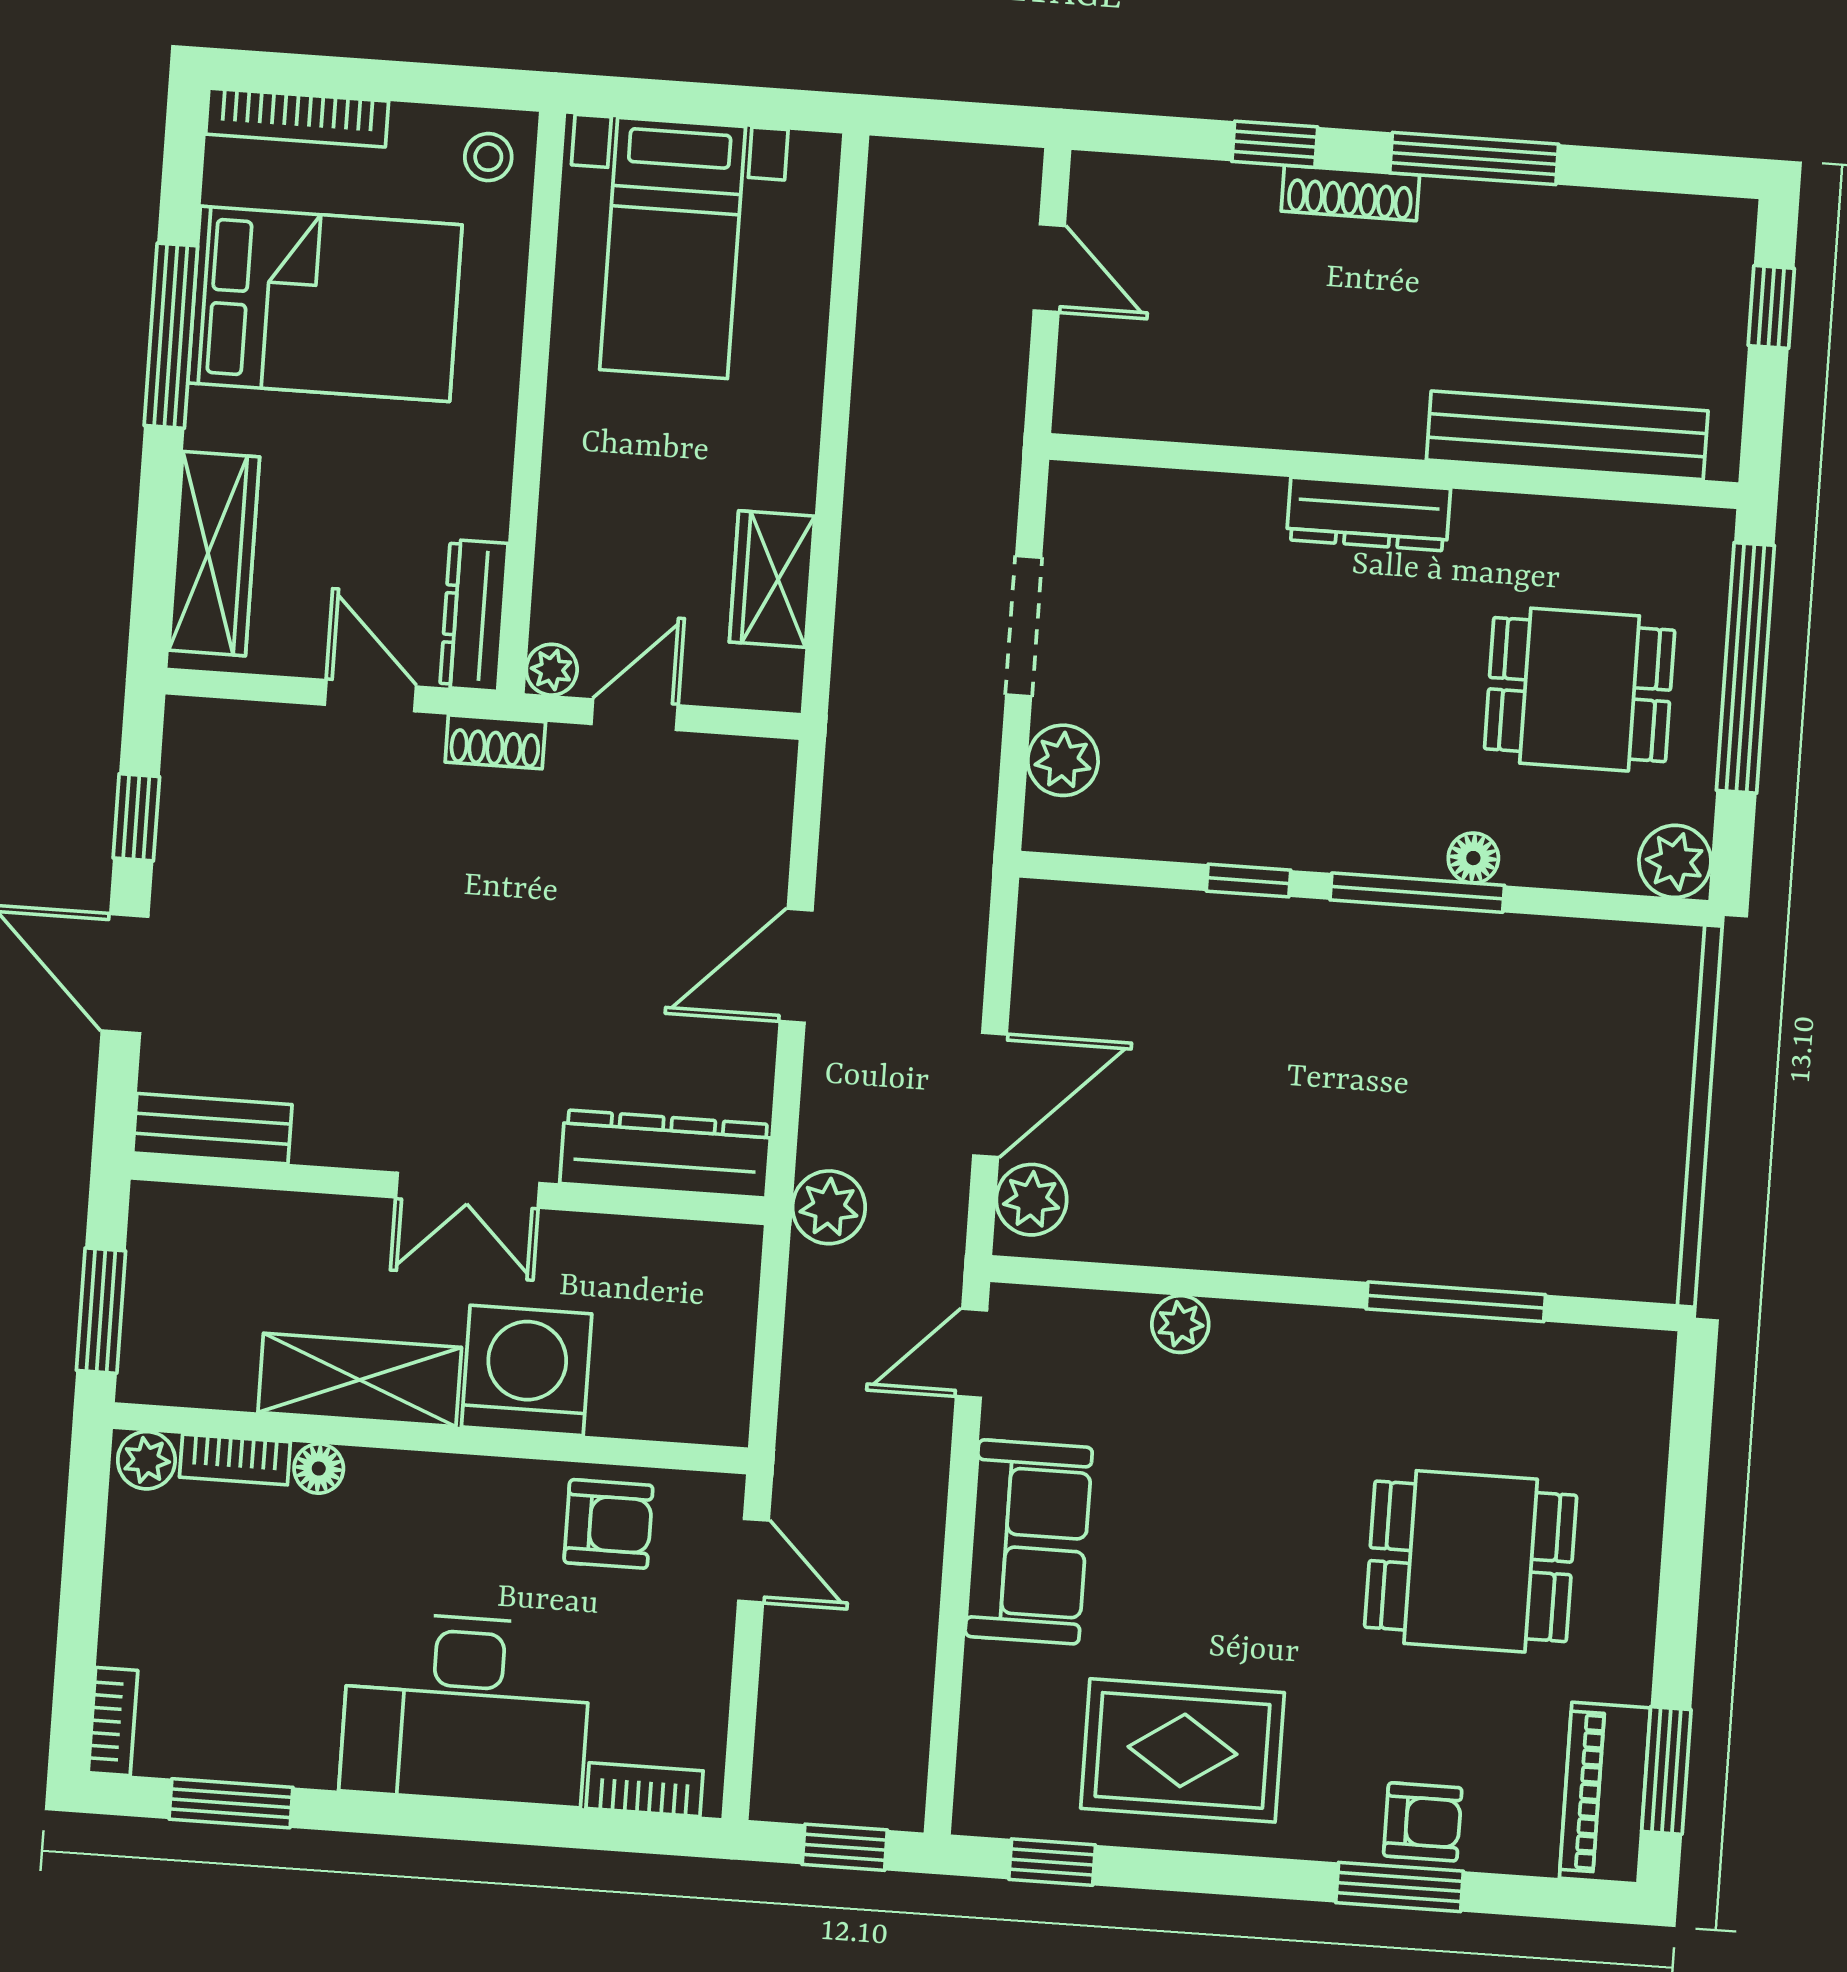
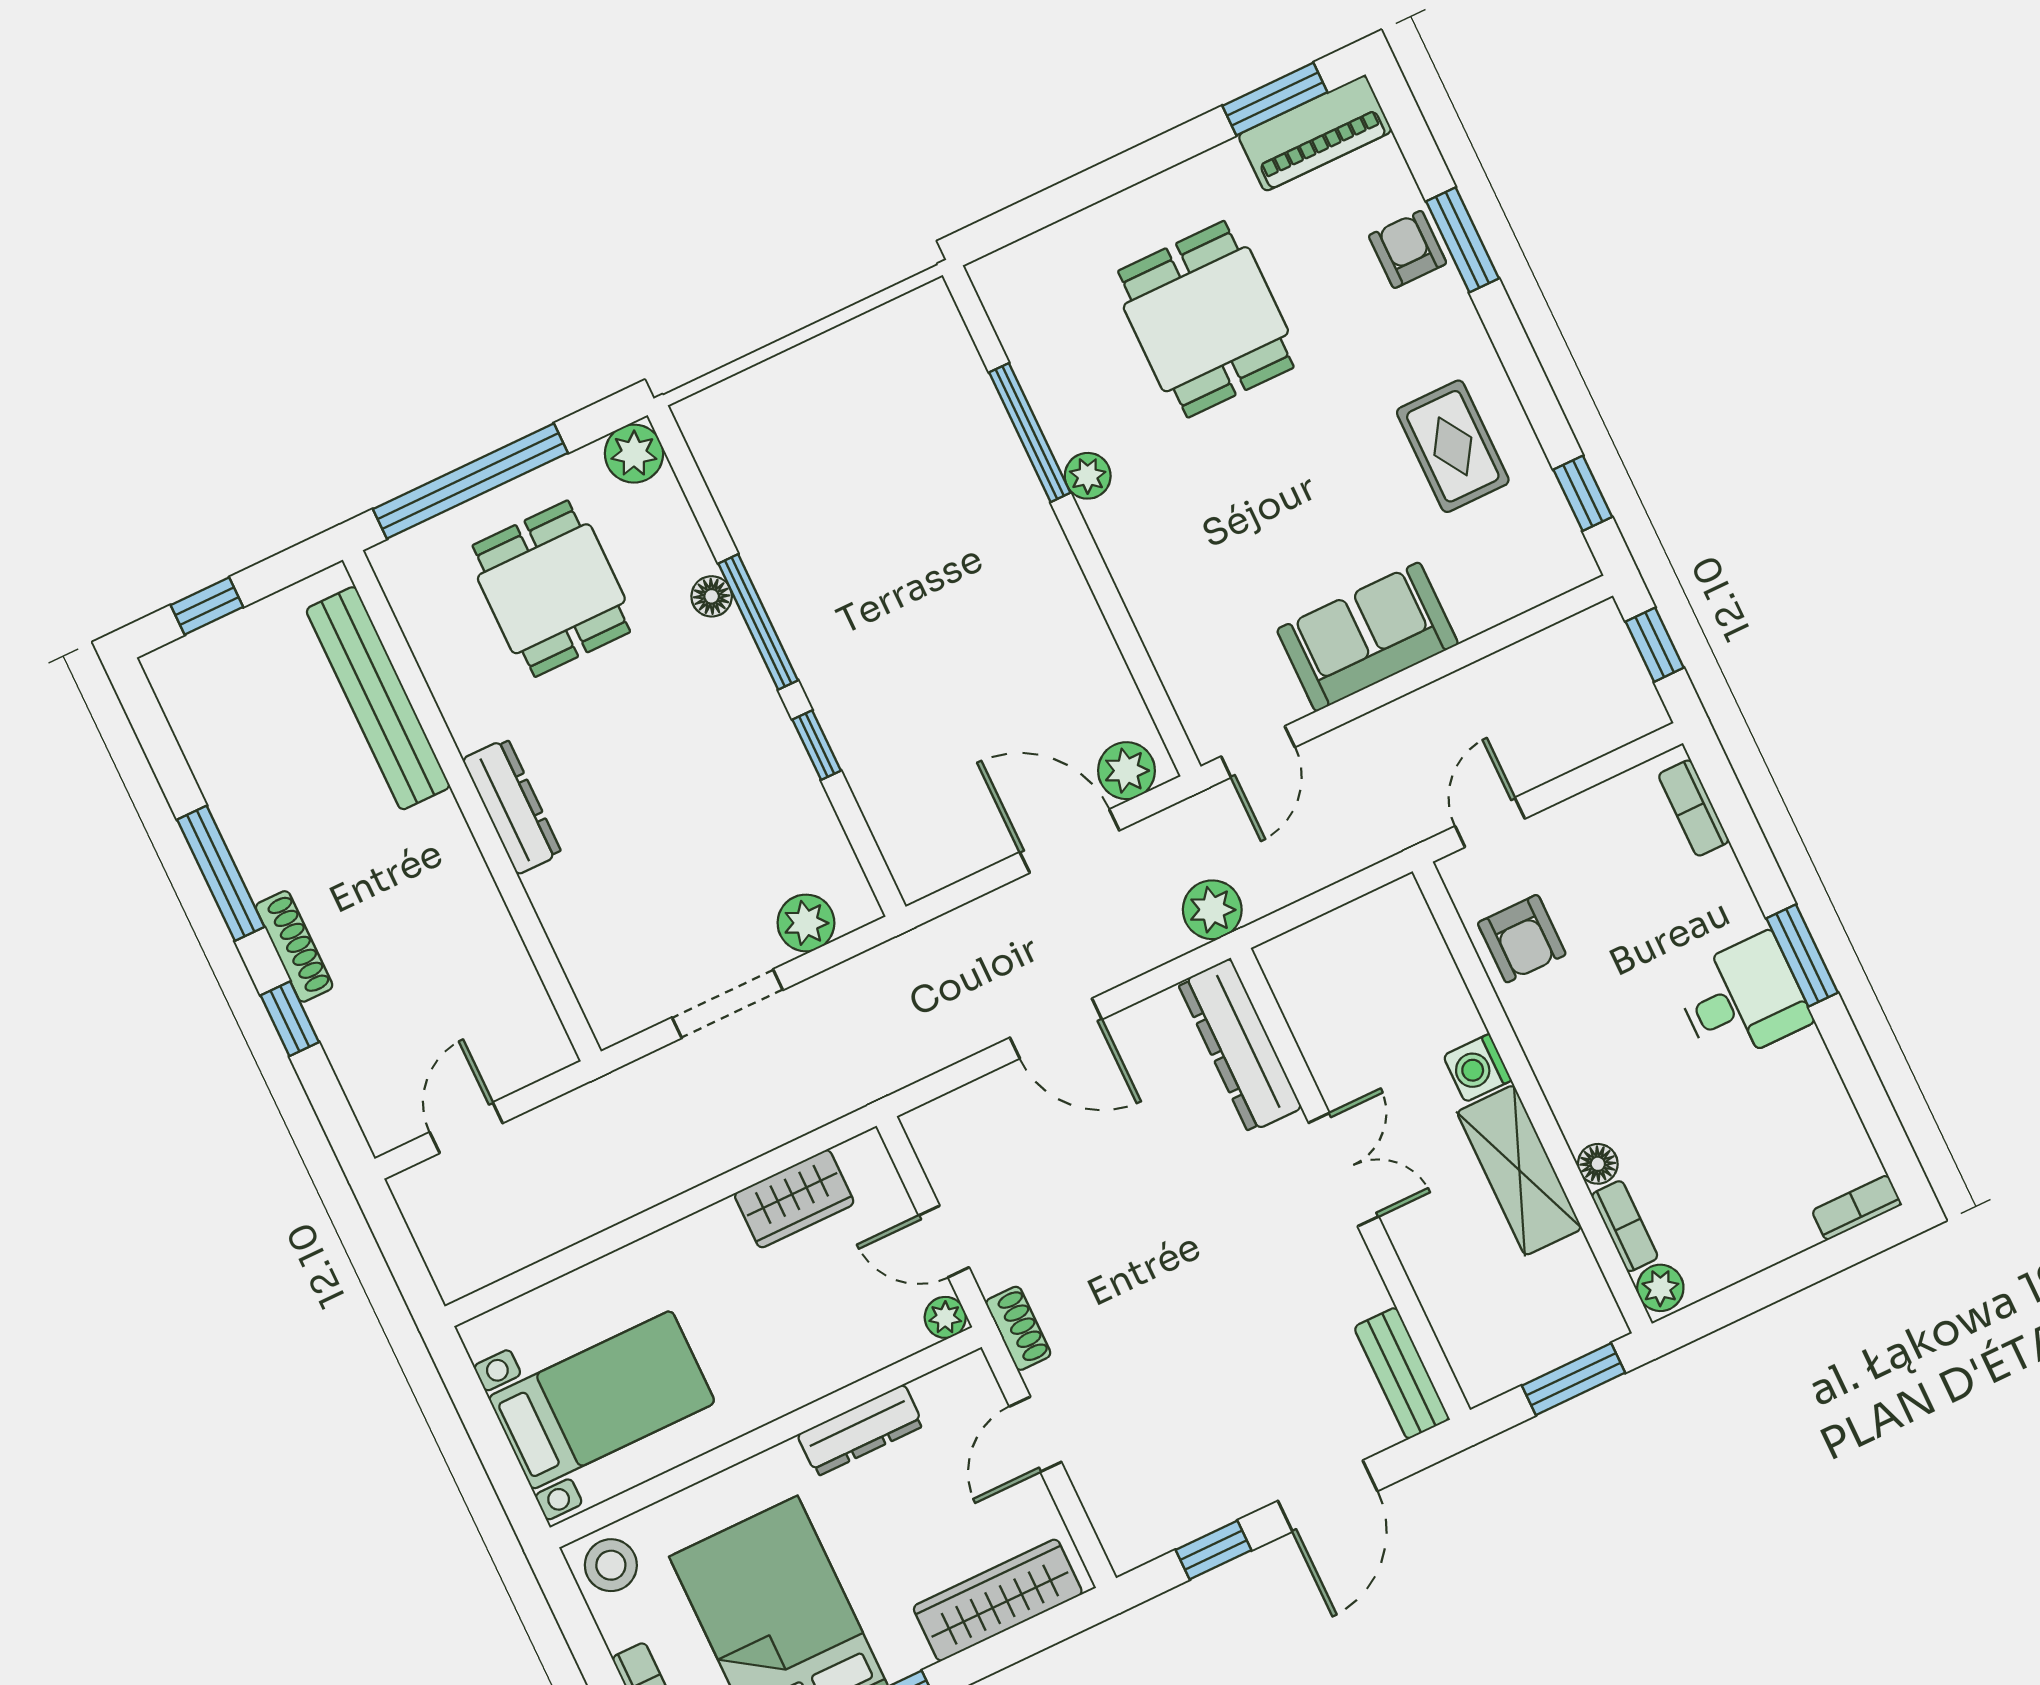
stool: (488, 157) -> (611, 1565), width x1.37, depth x1.37
dresser: (474, 615) -> (861, 1430), moved
plant: (1180, 1324) -> (1088, 476), moved
door: (972, 1353) -> (1258, 752), hinge flipped
washing machine: (527, 1370) -> (1477, 1068), width x0.53, depth x0.53
armchair: (608, 1524) -> (1522, 939), turned 180
desk: (466, 1709) -> (1743, 999), width x0.53, depth x0.77
rug: (1182, 1750) -> (1453, 446), width x0.73, depth x0.70
window: (231, 1803) -> (1802, 955), moved

